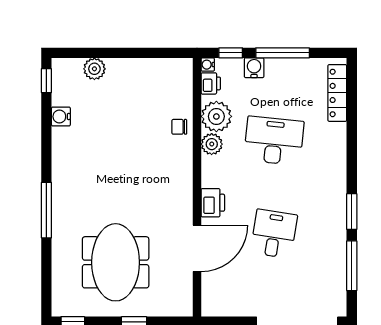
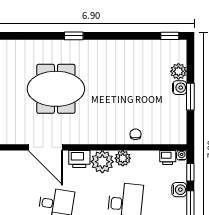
window: (128, 53) -> (190, 97), added
plant: (216, 116) -> (102, 162), moved
water cooler: (61, 117) -> (180, 88), moved, turned 90
window: (46, 210) -> (74, 36), width x0.46
meeting table: (116, 262) -> (56, 89), moved

